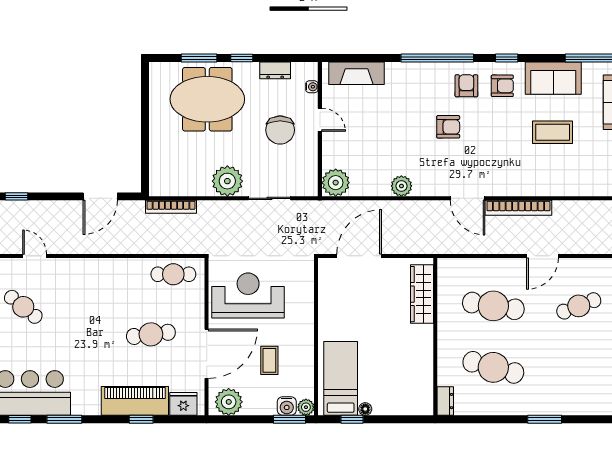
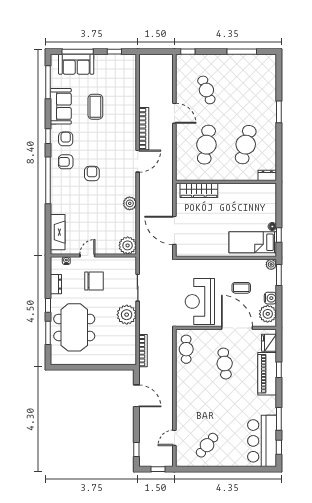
water cooler: (287, 406) -> (270, 298), moved

